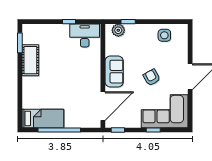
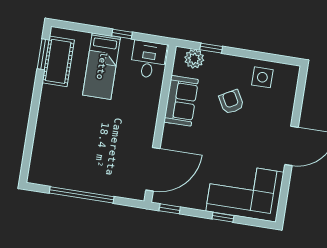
desk: (85, 35) -> (148, 60), width x0.73
cot: (30, 60) -> (58, 61), moved
sofa: (114, 72) -> (181, 101), moved
armchair: (152, 77) -> (231, 102), moved
bed: (43, 118) -> (102, 66), moved, turned 90

